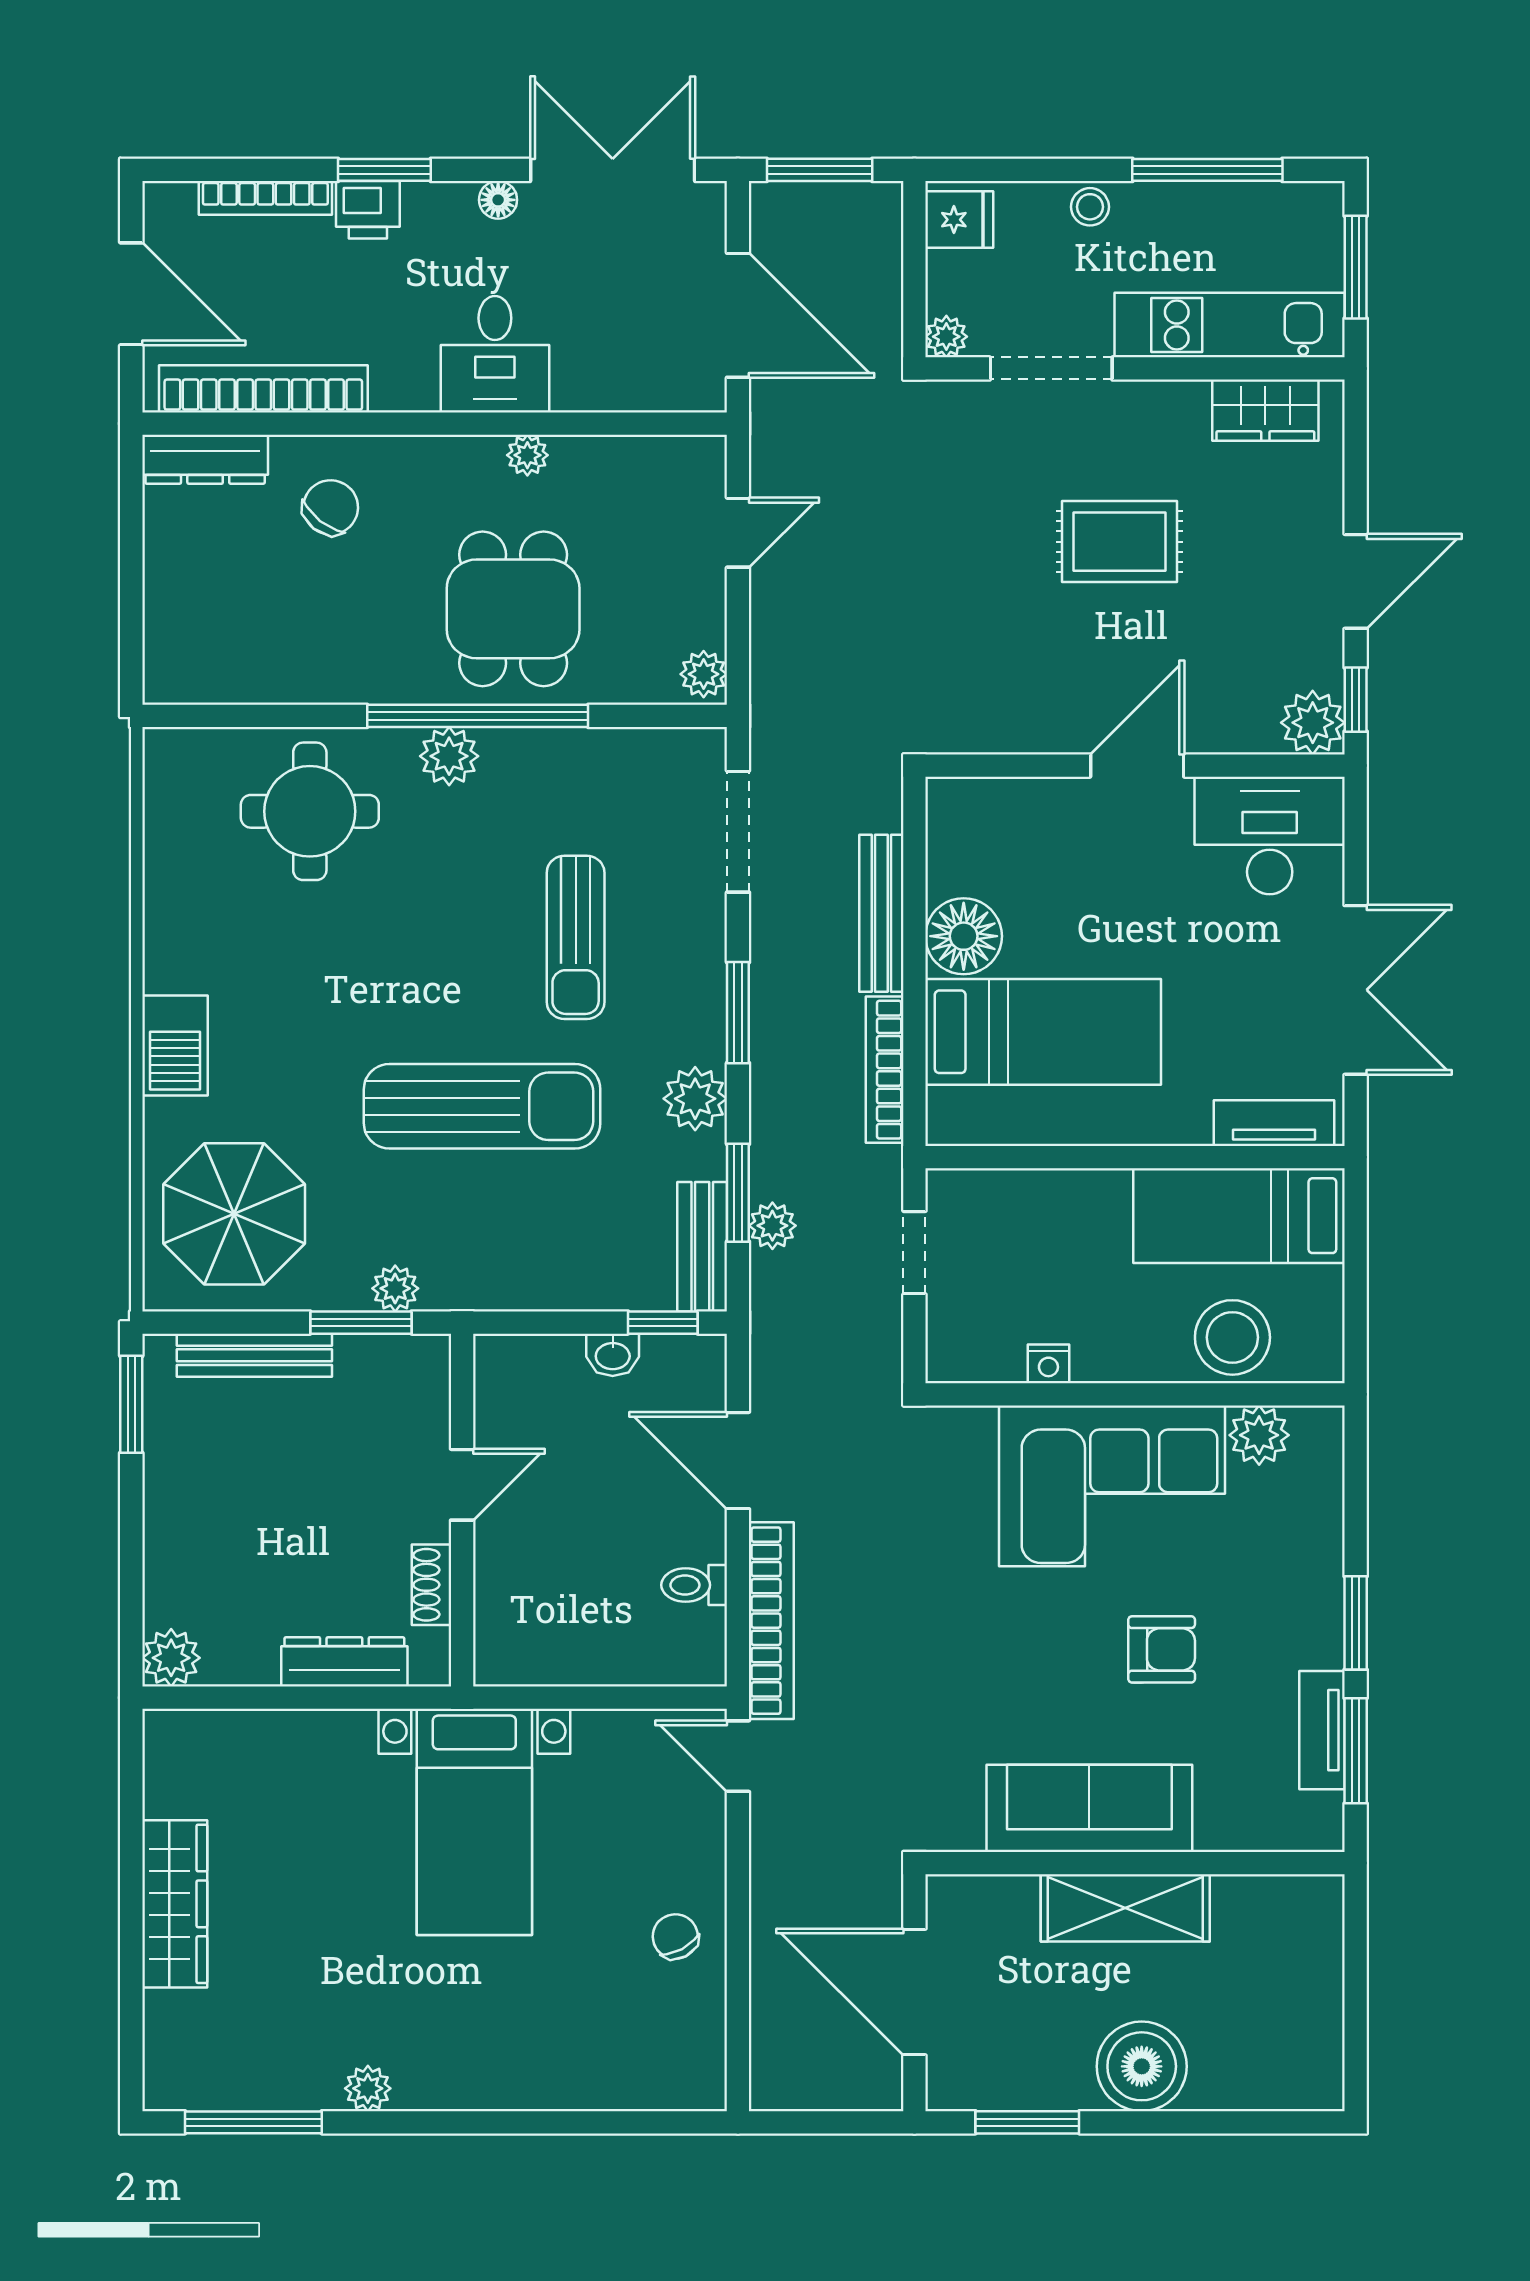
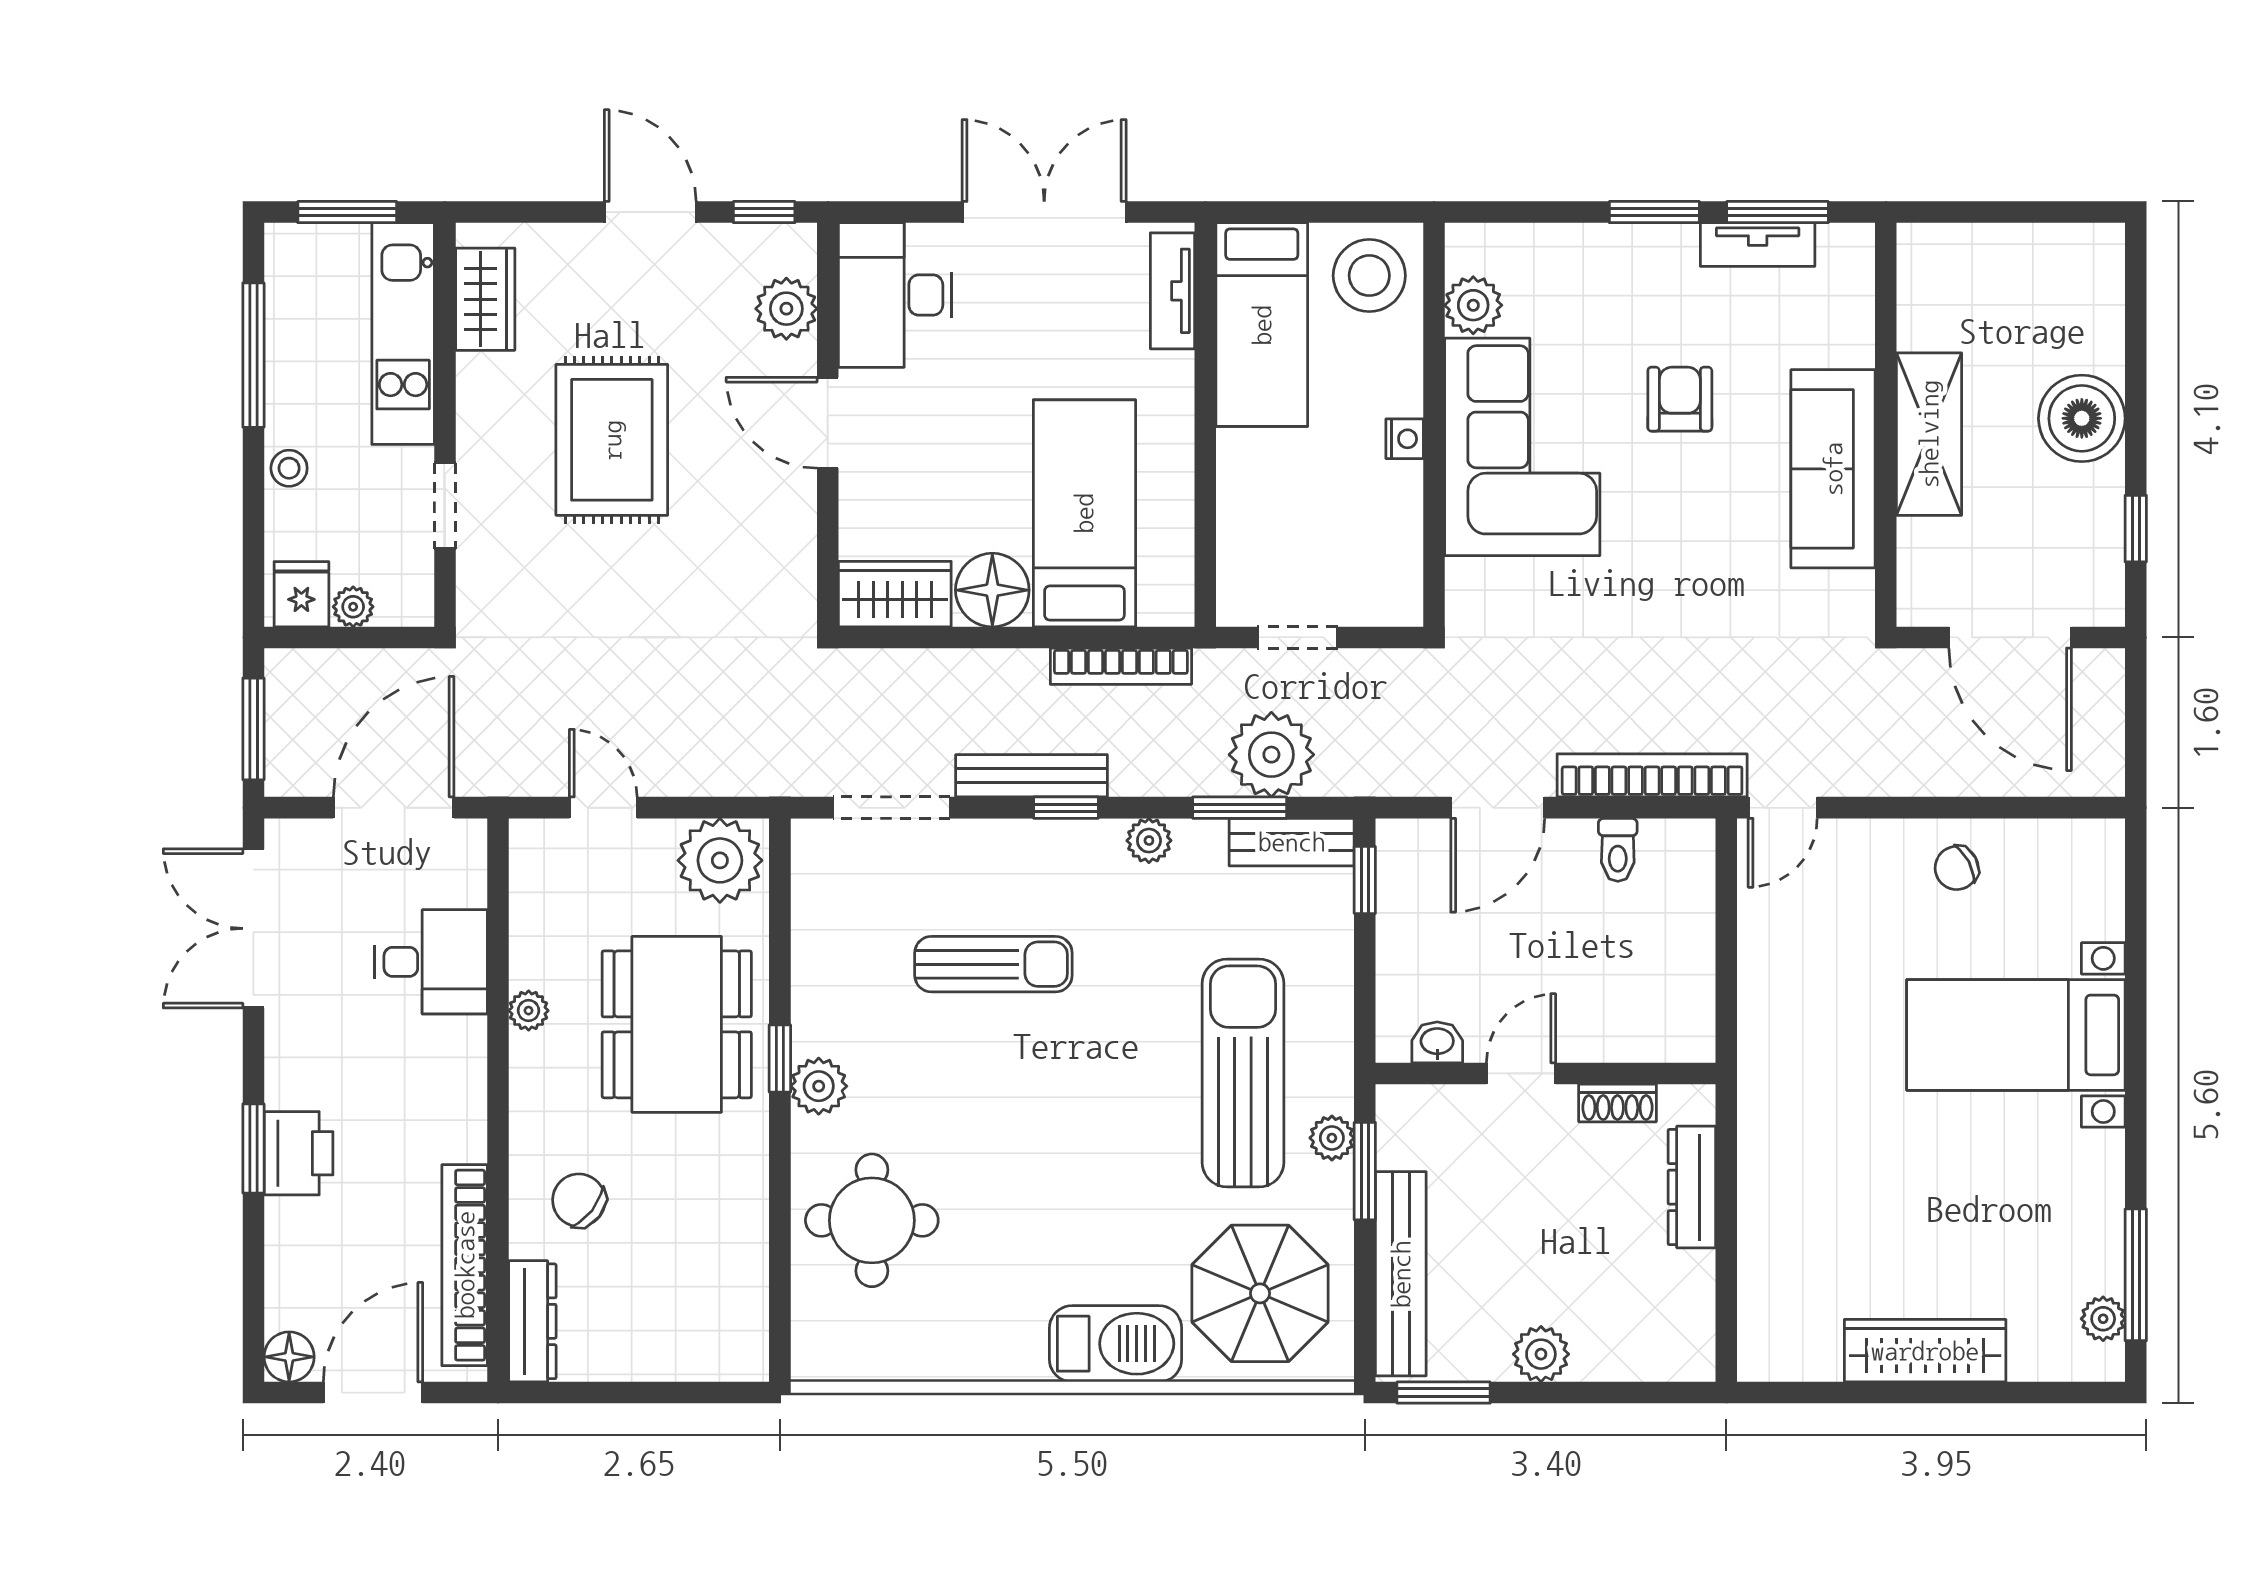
bookcase: (265, 198) -> (281, 1263), removed
floor lamp: (498, 200) -> (289, 1357), moved, width x1.37, depth x1.37
printer: (368, 210) -> (299, 1153), width x1.36, depth x1.24
plant: (946, 337) -> (353, 607), moved
desk: (495, 354) -> (431, 962), moved
doorway: (1051, 368) -> (445, 506), width x0.73
rug: (1119, 542) -> (612, 440), width x1.36, depth x1.43
dining table: (513, 609) -> (677, 1024), width x1.38
plant: (704, 674) -> (720, 860), width x1.87, depth x1.87
window: (478, 716) -> (780, 1059), width x0.32
plant: (1313, 723) -> (786, 309), moved
wardrobe: (959, 835) -> (895, 594), added
bench: (881, 913) -> (1031, 776), moved
window: (738, 1013) -> (1066, 808), width x0.67
barbecue: (175, 1046) -> (1116, 1344), width x1.37, depth x1.21
plant: (695, 1099) -> (1149, 841), width x0.73, depth x0.73
sun lounger: (482, 1106) -> (1243, 1073), moved
plant: (772, 1226) -> (1271, 755), width x1.87, depth x1.87
stool: (1232, 1337) -> (1369, 276), moved
bench: (254, 1355) -> (1401, 1274), width x1.37, depth x1.21
washbasin: (613, 1355) -> (1437, 1042), moved, turned -90
nightstand: (1048, 1364) -> (1405, 439), moved
door: (462, 1485) -> (1521, 1073), hinge flipped
plant: (171, 1658) -> (1541, 1354), moved
bed with nightstands: (474, 1822) -> (2016, 1035), moved, turned 180
door: (914, 1992) -> (2010, 637), hinge flipped
plant: (368, 2088) -> (2103, 1319), moved
window: (1027, 2122) -> (2136, 529), width x0.67

